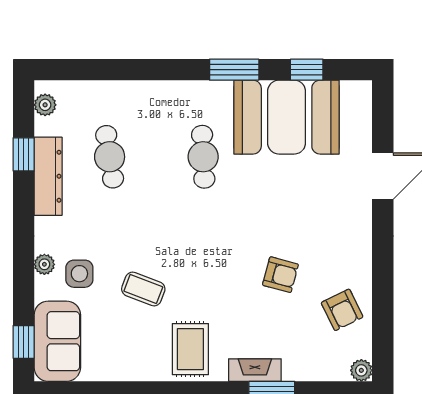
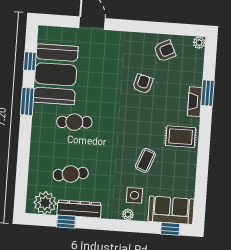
plant: (45, 105) -> (45, 203), width x1.88, depth x1.88

